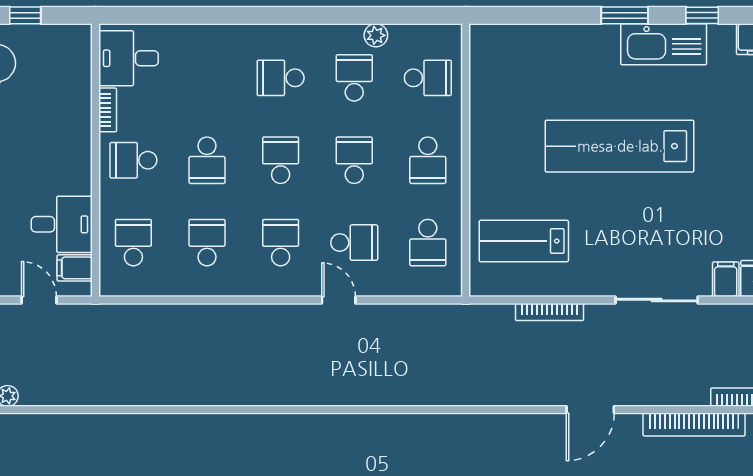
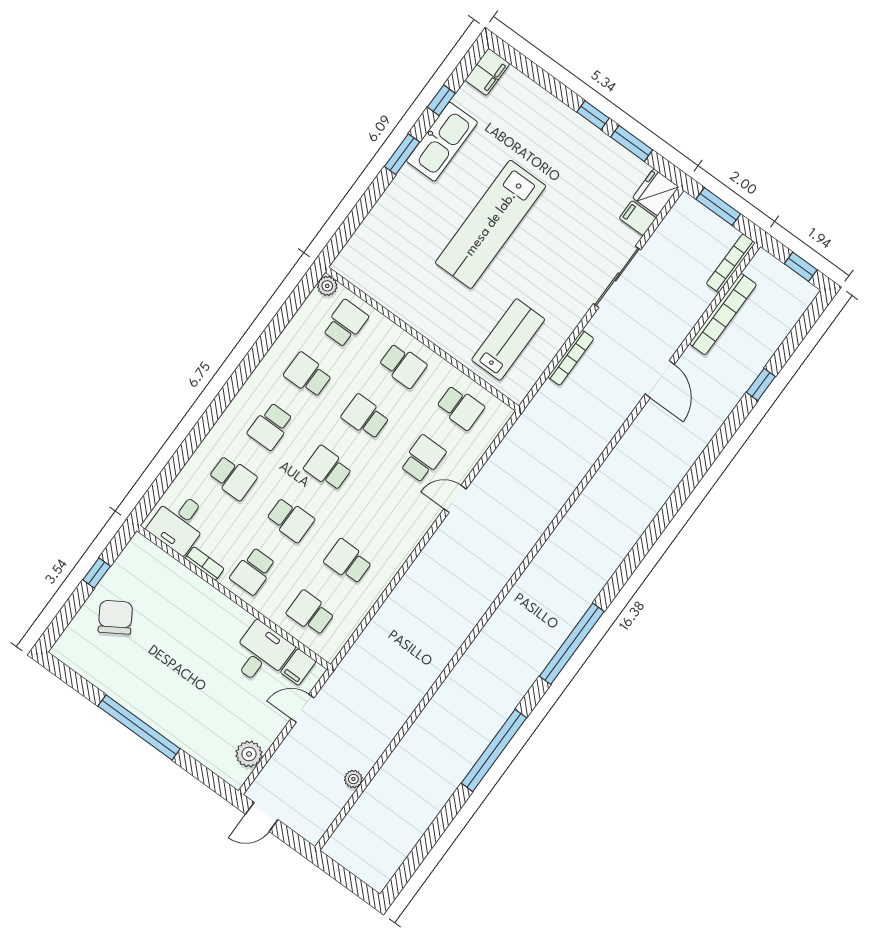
plant: (376, 35) -> (327, 286), moved
lab bench: (524, 241) -> (508, 340), turned 180
school desk: (281, 243) -> (233, 478), moved, turned 180

